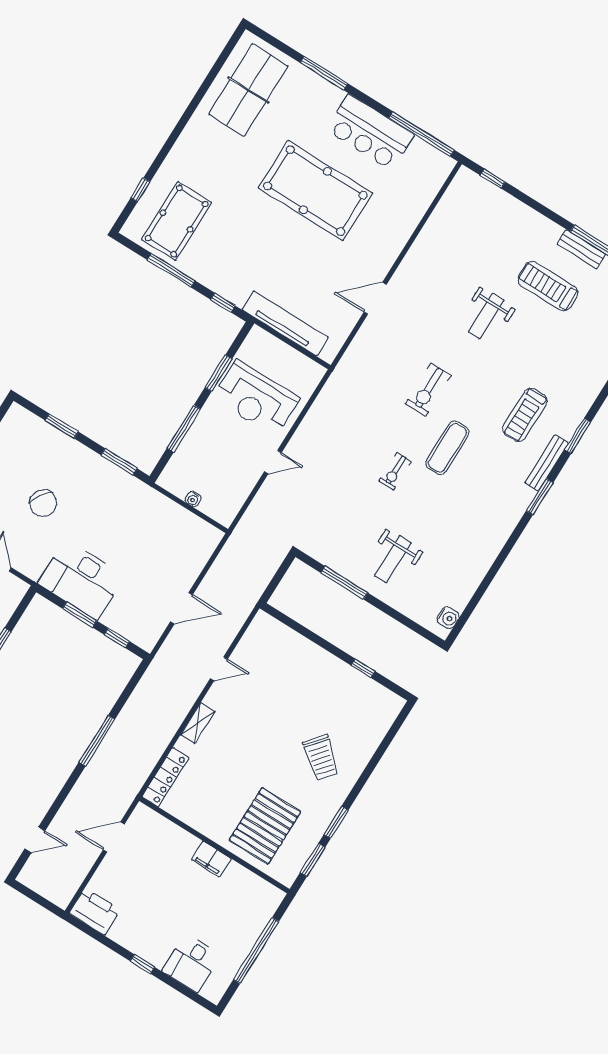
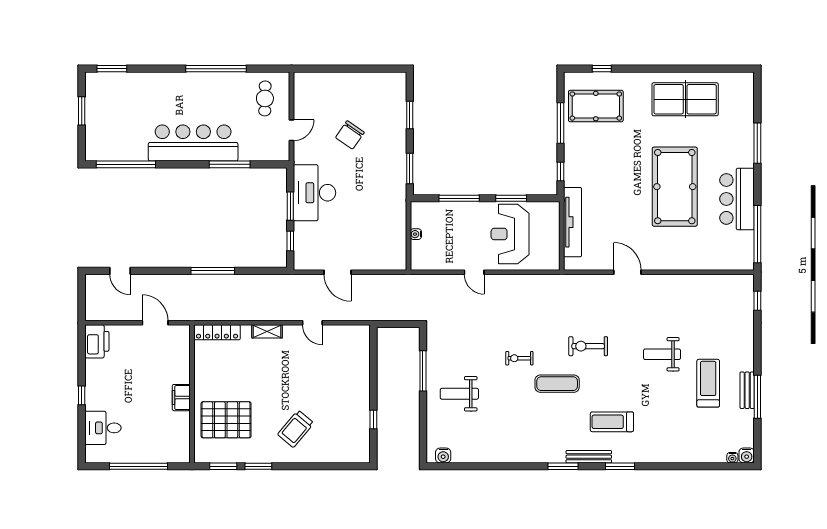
table tennis table: (248, 90) -> (685, 99), moved

